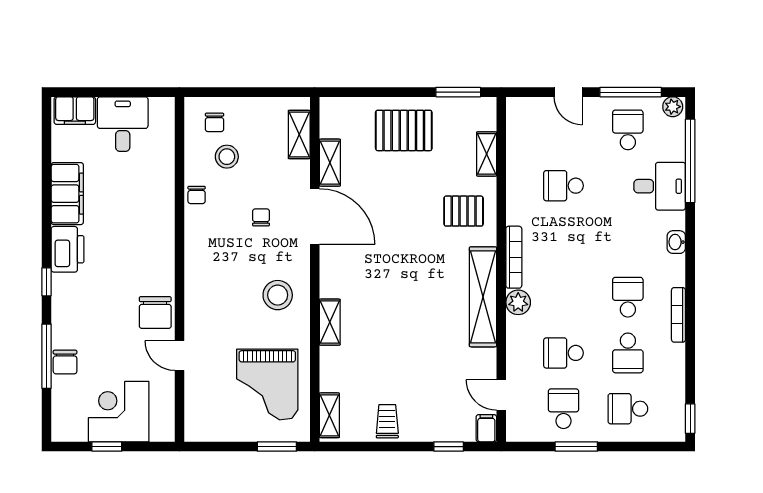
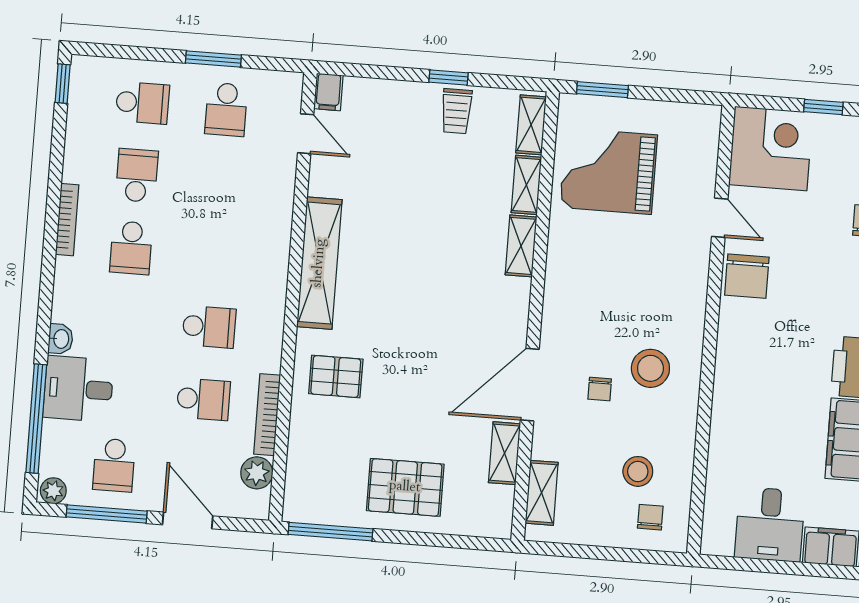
window: (458, 92) -> (330, 532), width x1.44
door: (568, 92) -> (188, 520), width x1.38
shelving: (487, 154) -> (526, 185), moved
chair: (197, 195) -> (681, 425), removed
door: (315, 217) -> (530, 385), hinge flipped
washbasin: (676, 242) -> (61, 339), moved
bookcase: (514, 257) -> (267, 415), moved
stool: (278, 295) -> (650, 368), moved
plant: (518, 302) -> (257, 473), moved
chair: (155, 313) -> (747, 276), turned 180
school desk: (563, 353) -> (209, 327), moved
grand piano: (267, 385) -> (609, 171), turned -90
corner desk: (119, 412) -> (771, 148), moved, turned -90
window: (449, 447) -> (448, 78), moved

